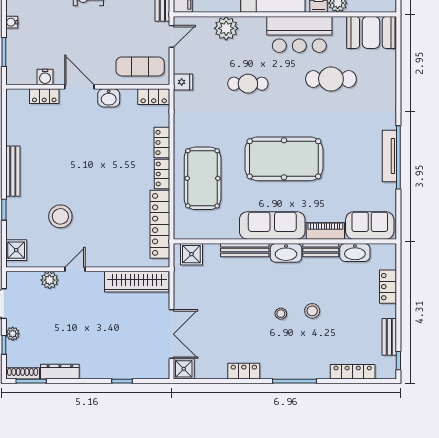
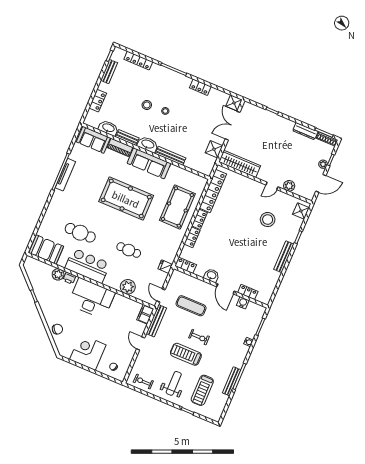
door: (172, 36) -> (161, 295), hinge flipped
exercise mat: (140, 66) -> (191, 306), moved
shower: (191, 254) -> (214, 149), moved

